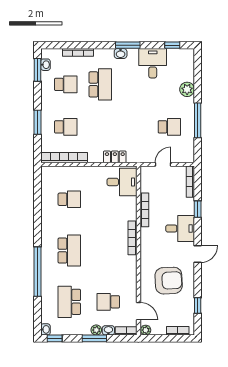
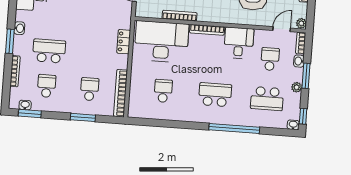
window: (128, 45) -> (10, 41), moved
desk: (122, 182) -> (161, 42), width x1.87, depth x1.30
desk: (122, 270) -> (239, 43), added
school desk: (108, 302) -> (270, 59), turned 180
plant: (96, 330) -> (297, 87), moved

